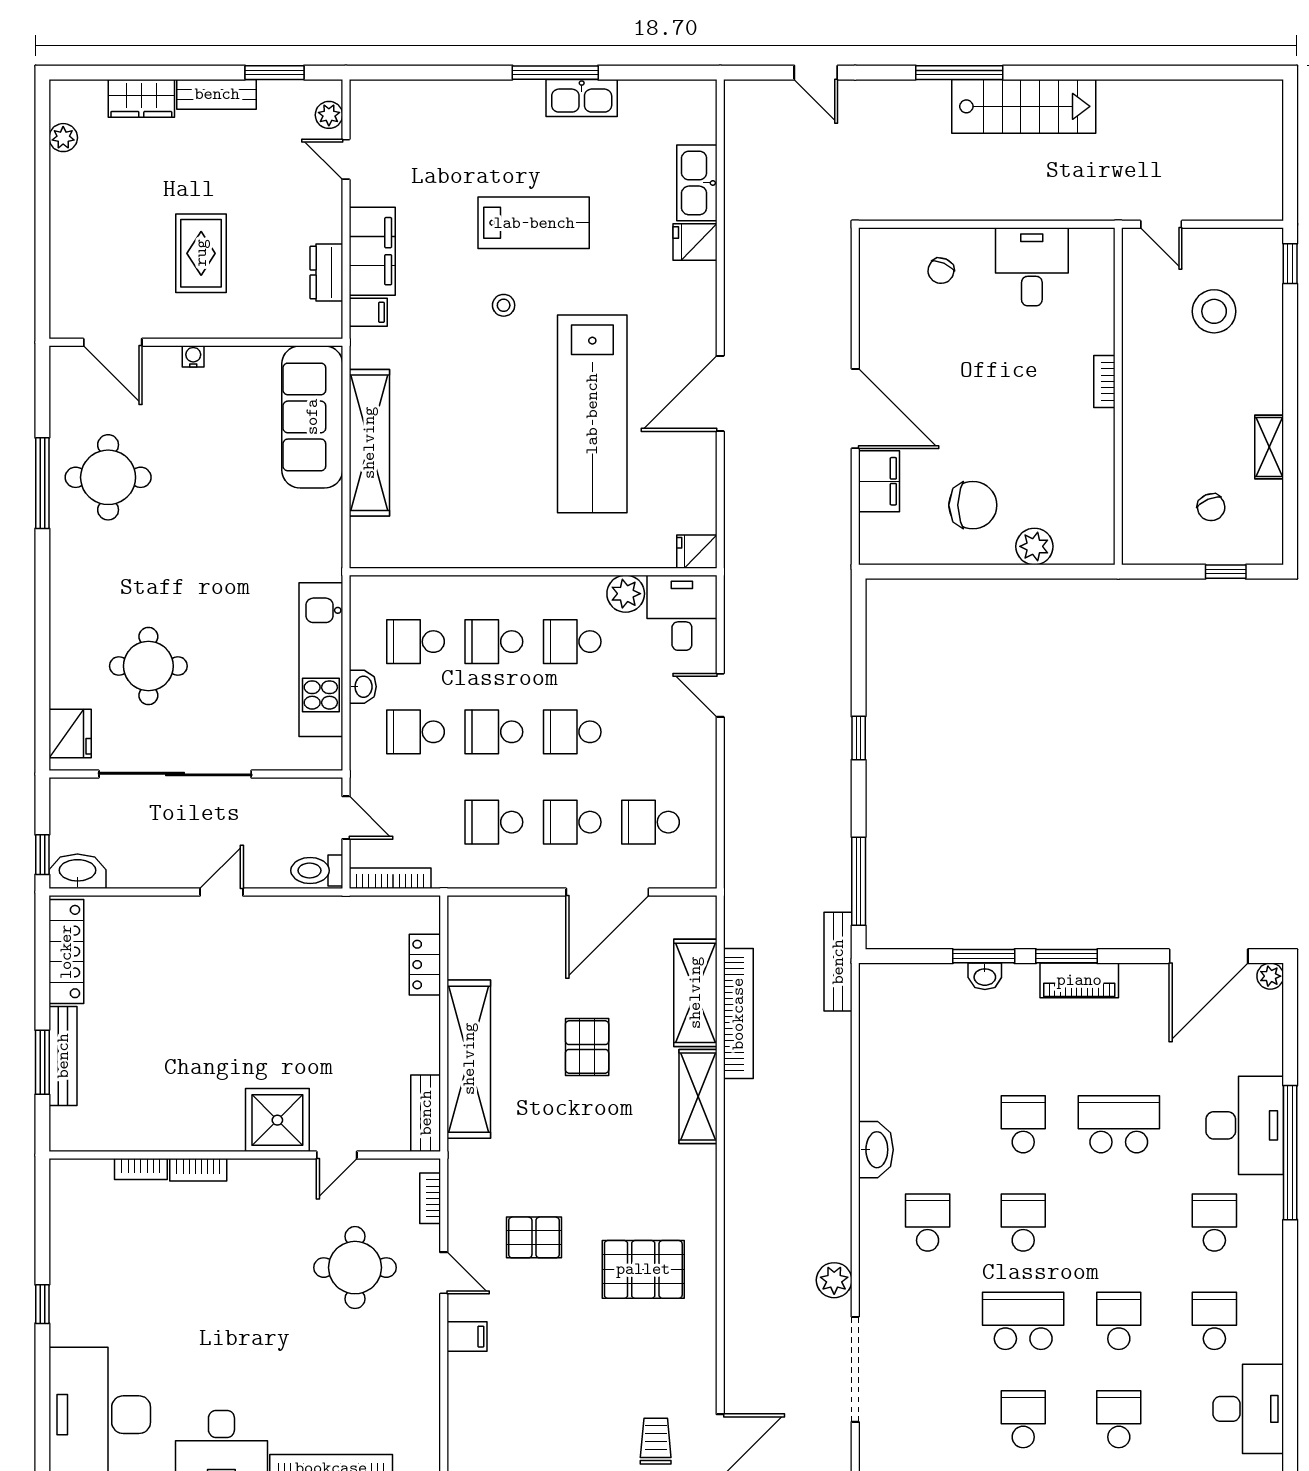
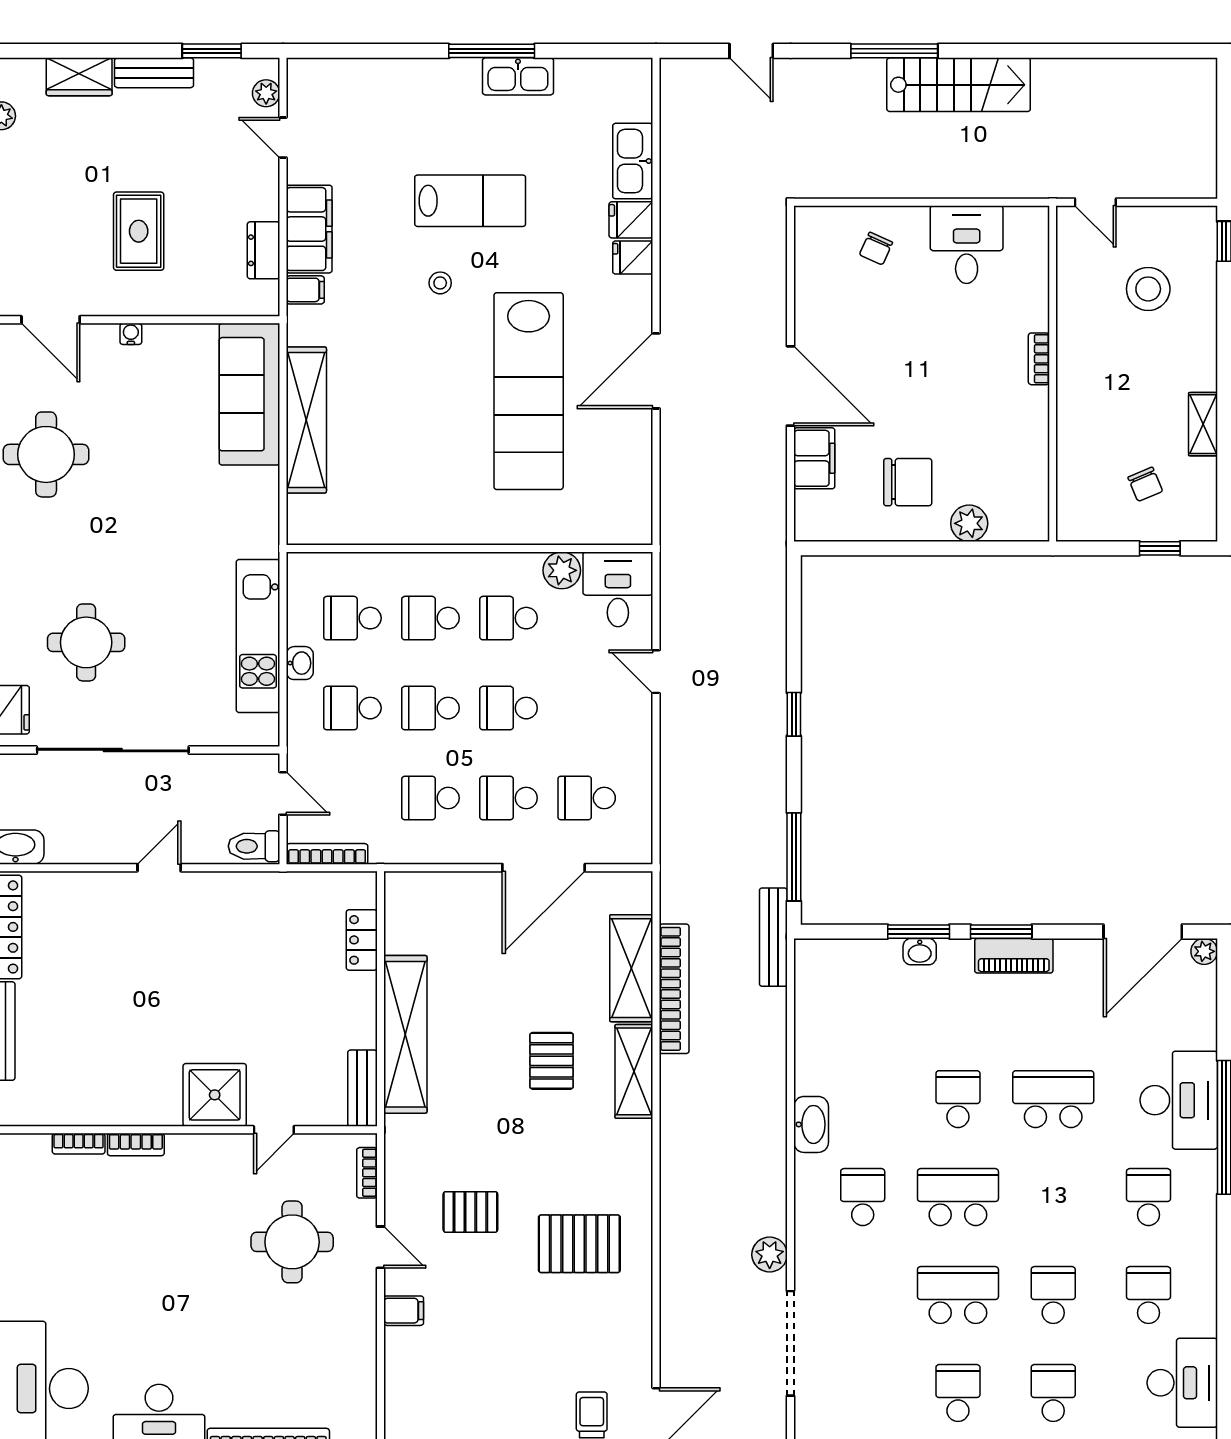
fridge: (697, 552) -> (633, 257), moved
pallet: (587, 1047) -> (552, 1061), moved
school desk: (1023, 1223) -> (958, 1197), width x1.85

